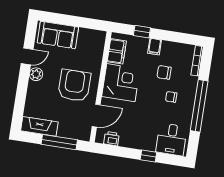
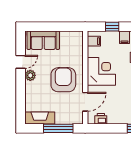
filing cabinet: (117, 51) -> (94, 41), width x0.50

